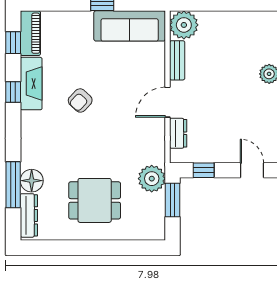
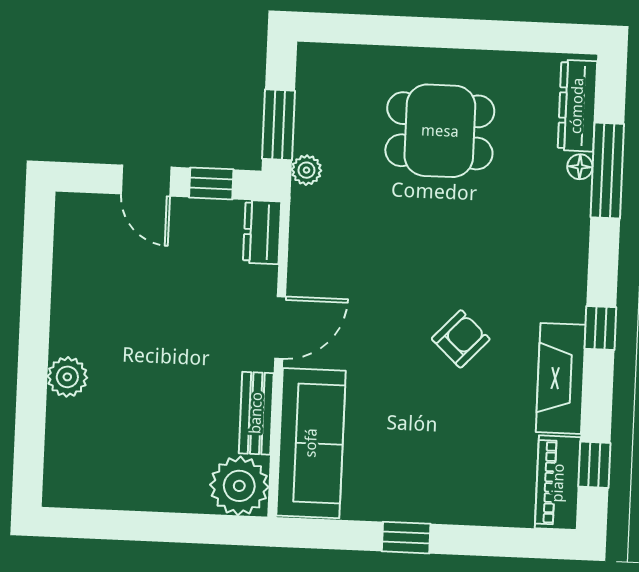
sofa: (130, 26) -> (311, 443), moved, turned 90
window: (13, 92) -> (600, 328), moved
dresser: (178, 133) -> (262, 232), moved
door: (252, 170) -> (146, 181), moved
plant: (152, 179) -> (306, 170), width x0.53, depth x0.53
floor lamp: (32, 181) -> (580, 167), width x0.53, depth x0.53

